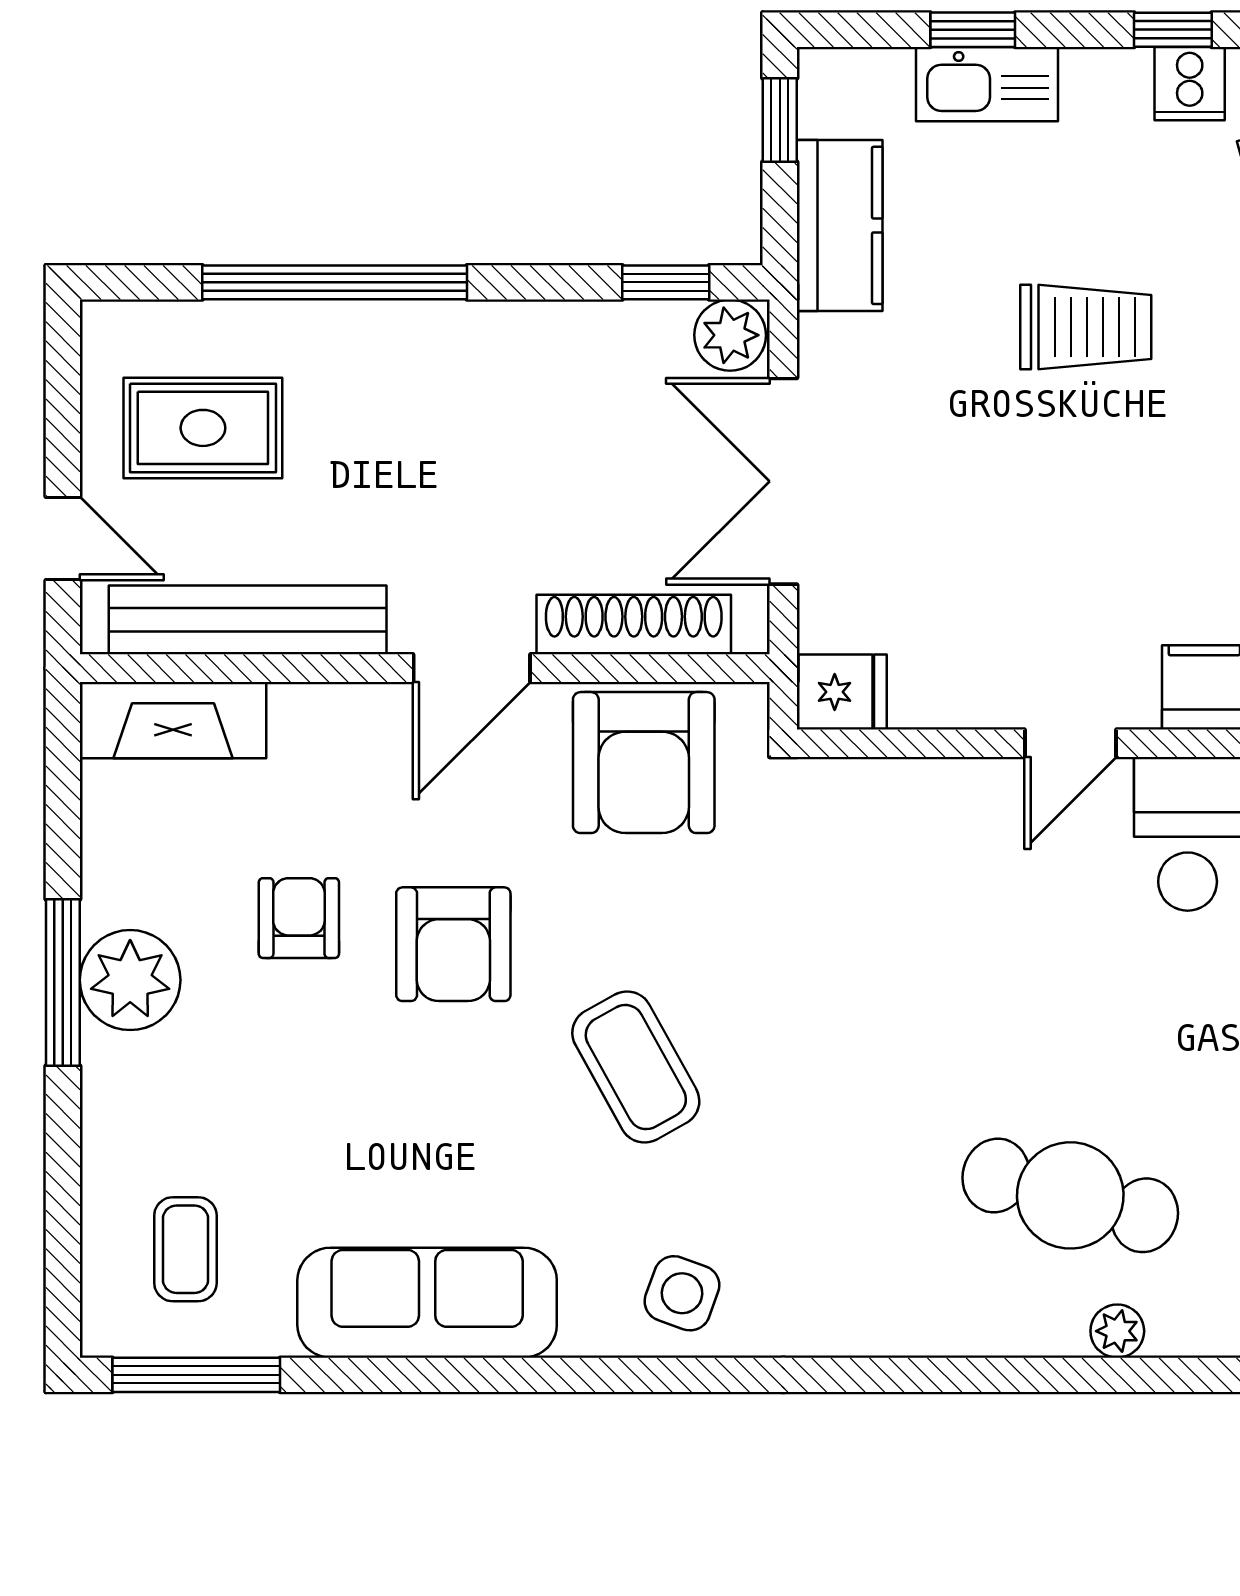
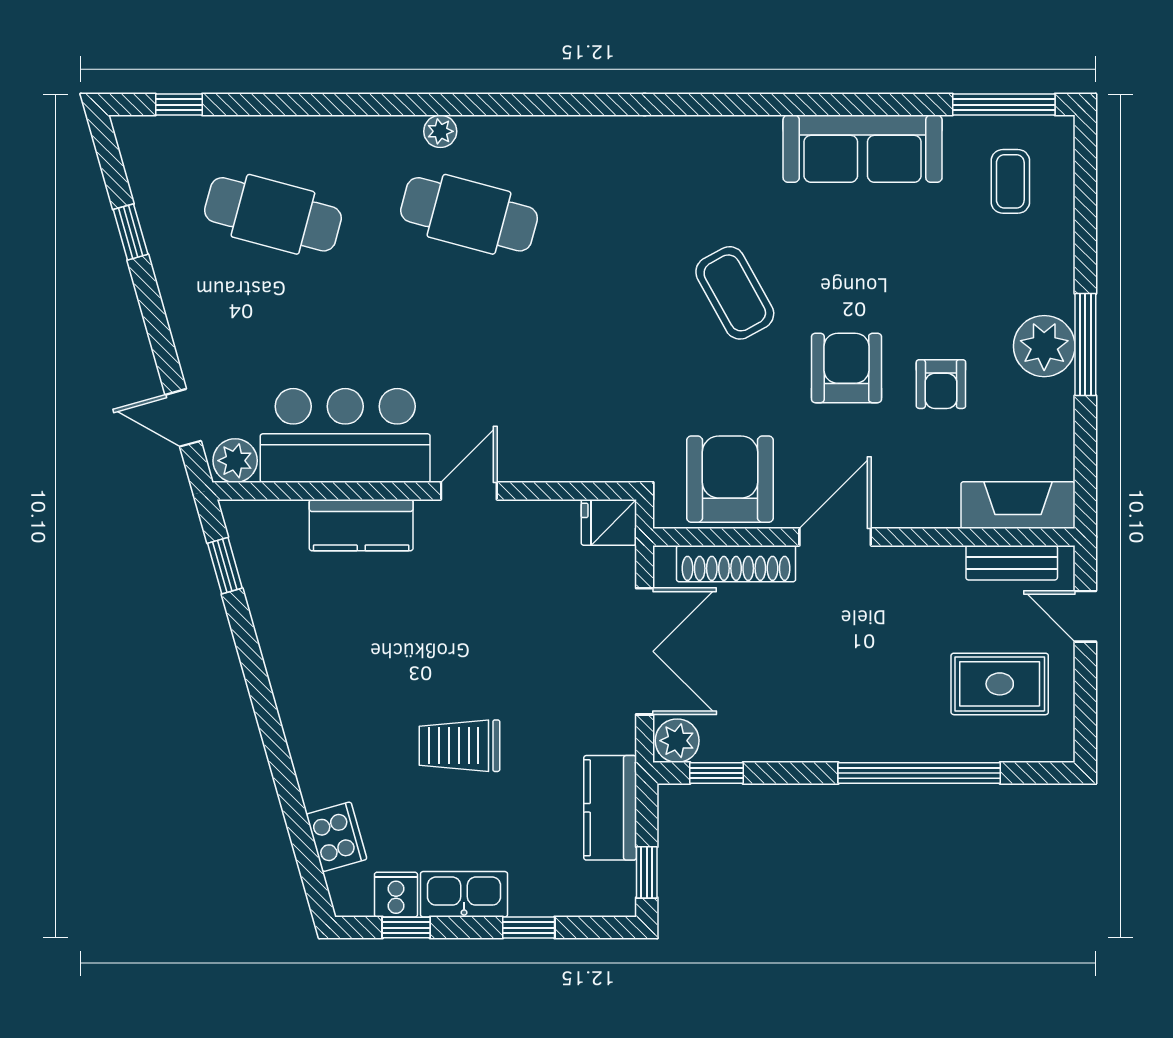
kitchen sink: (987, 84) -> (464, 894), moved
bench: (248, 620) -> (1012, 563), width x0.54, depth x0.82
side table: (682, 1293) -> (707, 154), removed

